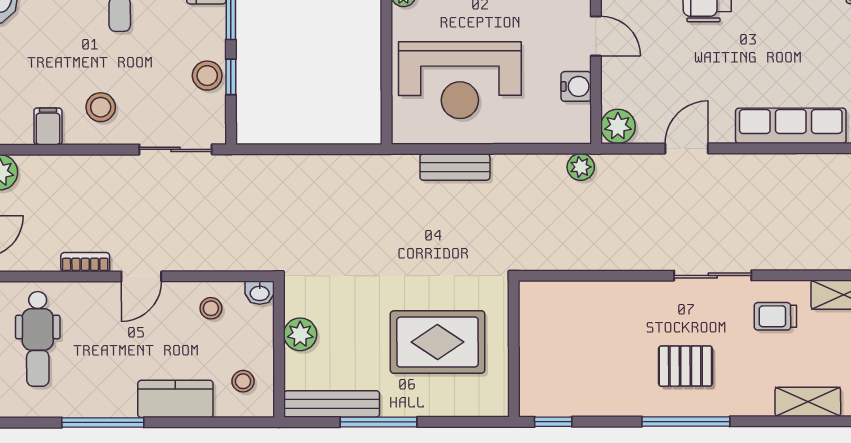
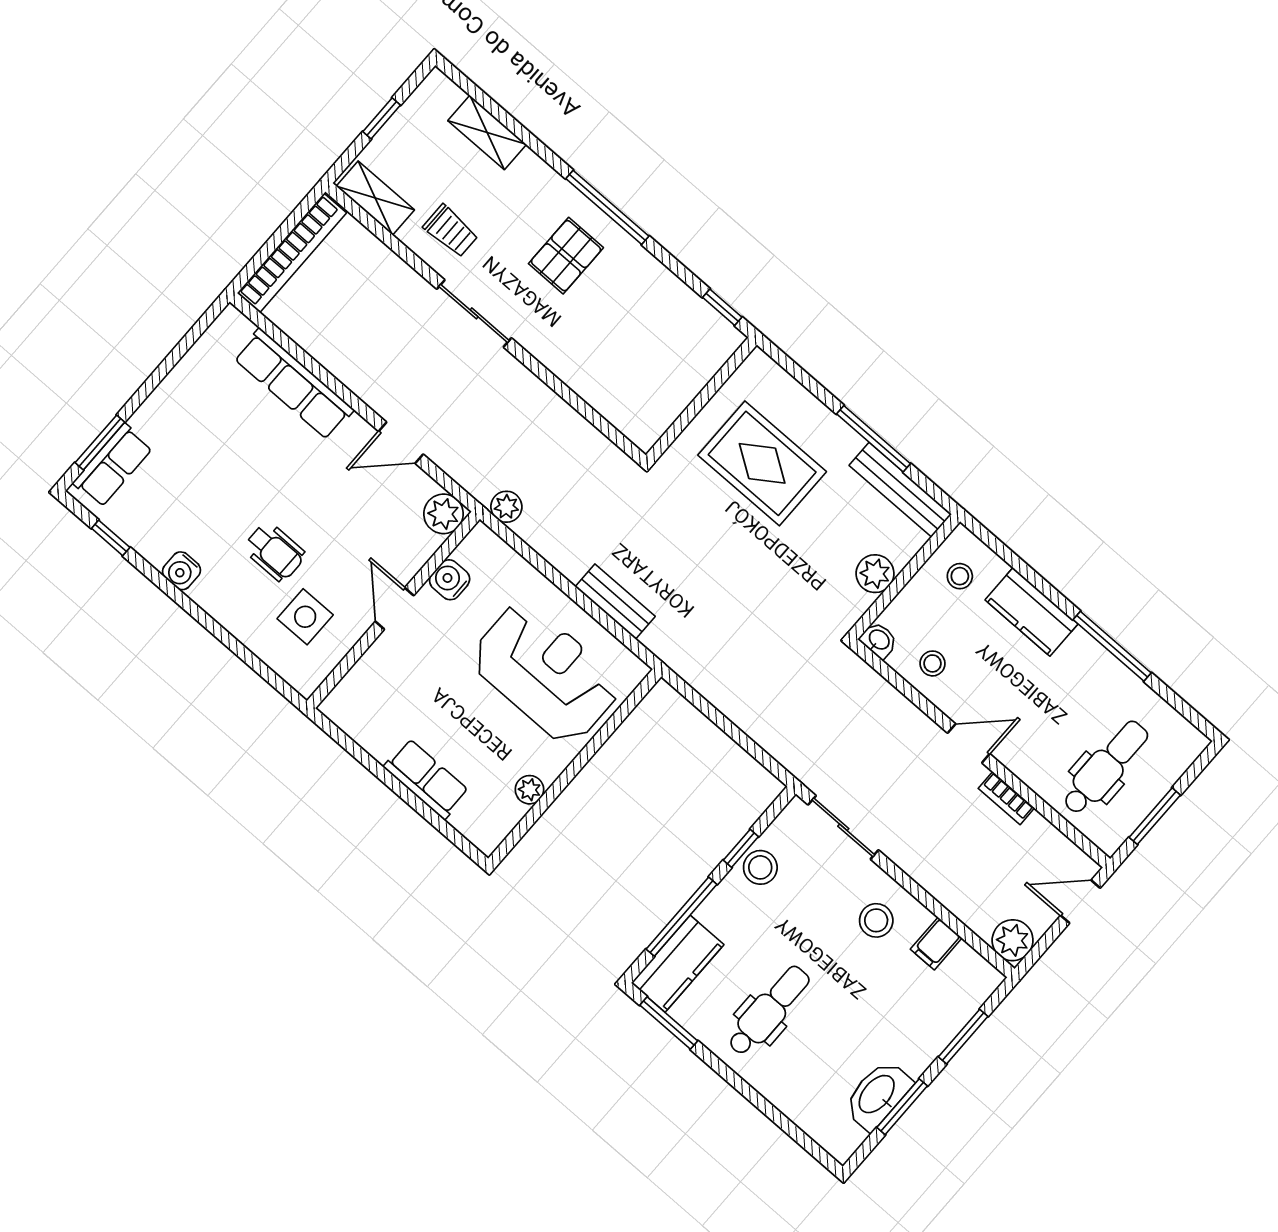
pallet: (685, 366) -> (566, 256), turned 90

